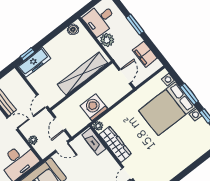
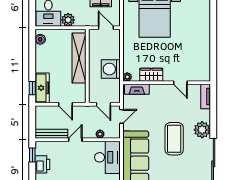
door: (42, 101) -> (65, 104), moved
wardrobe: (115, 144) -> (151, 75), width x0.67

